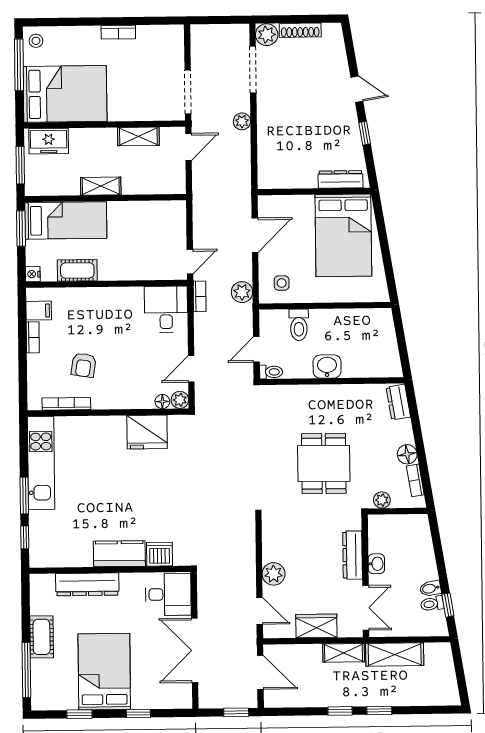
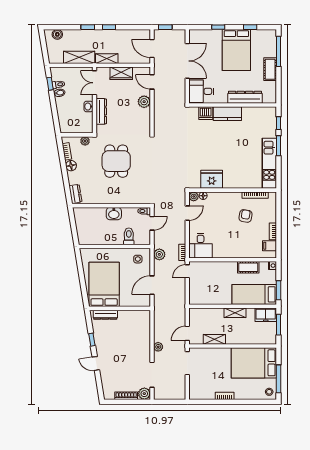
freezer: (49, 141) -> (266, 315), moved, turned 180
boiler: (435, 696) -> (57, 34), added

